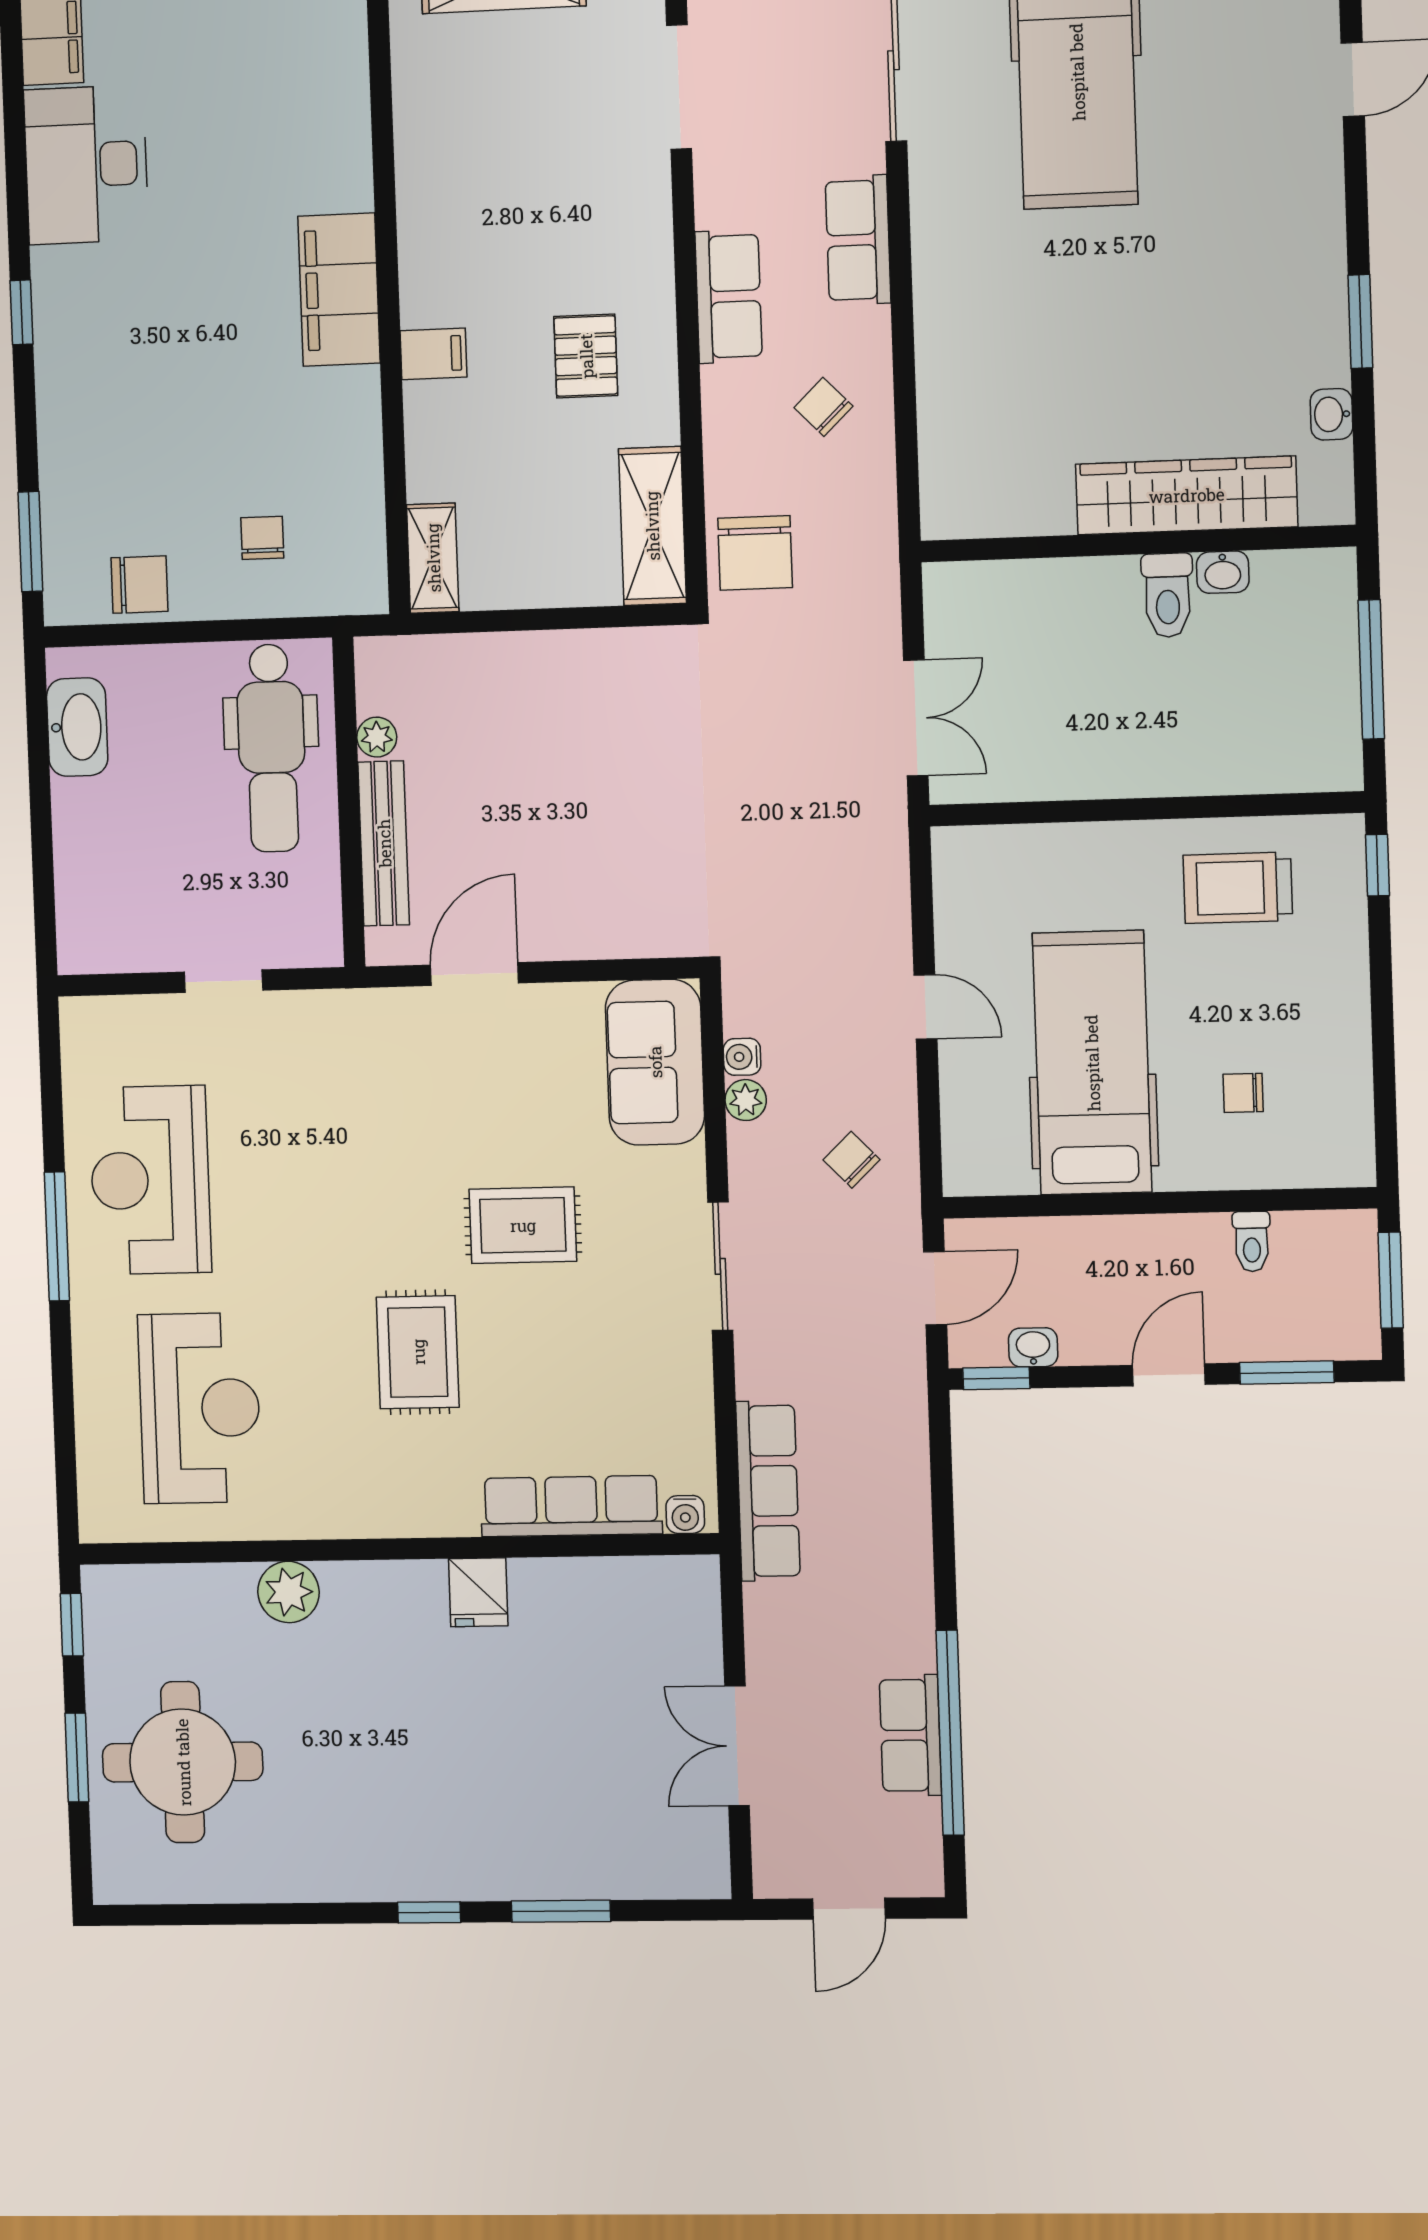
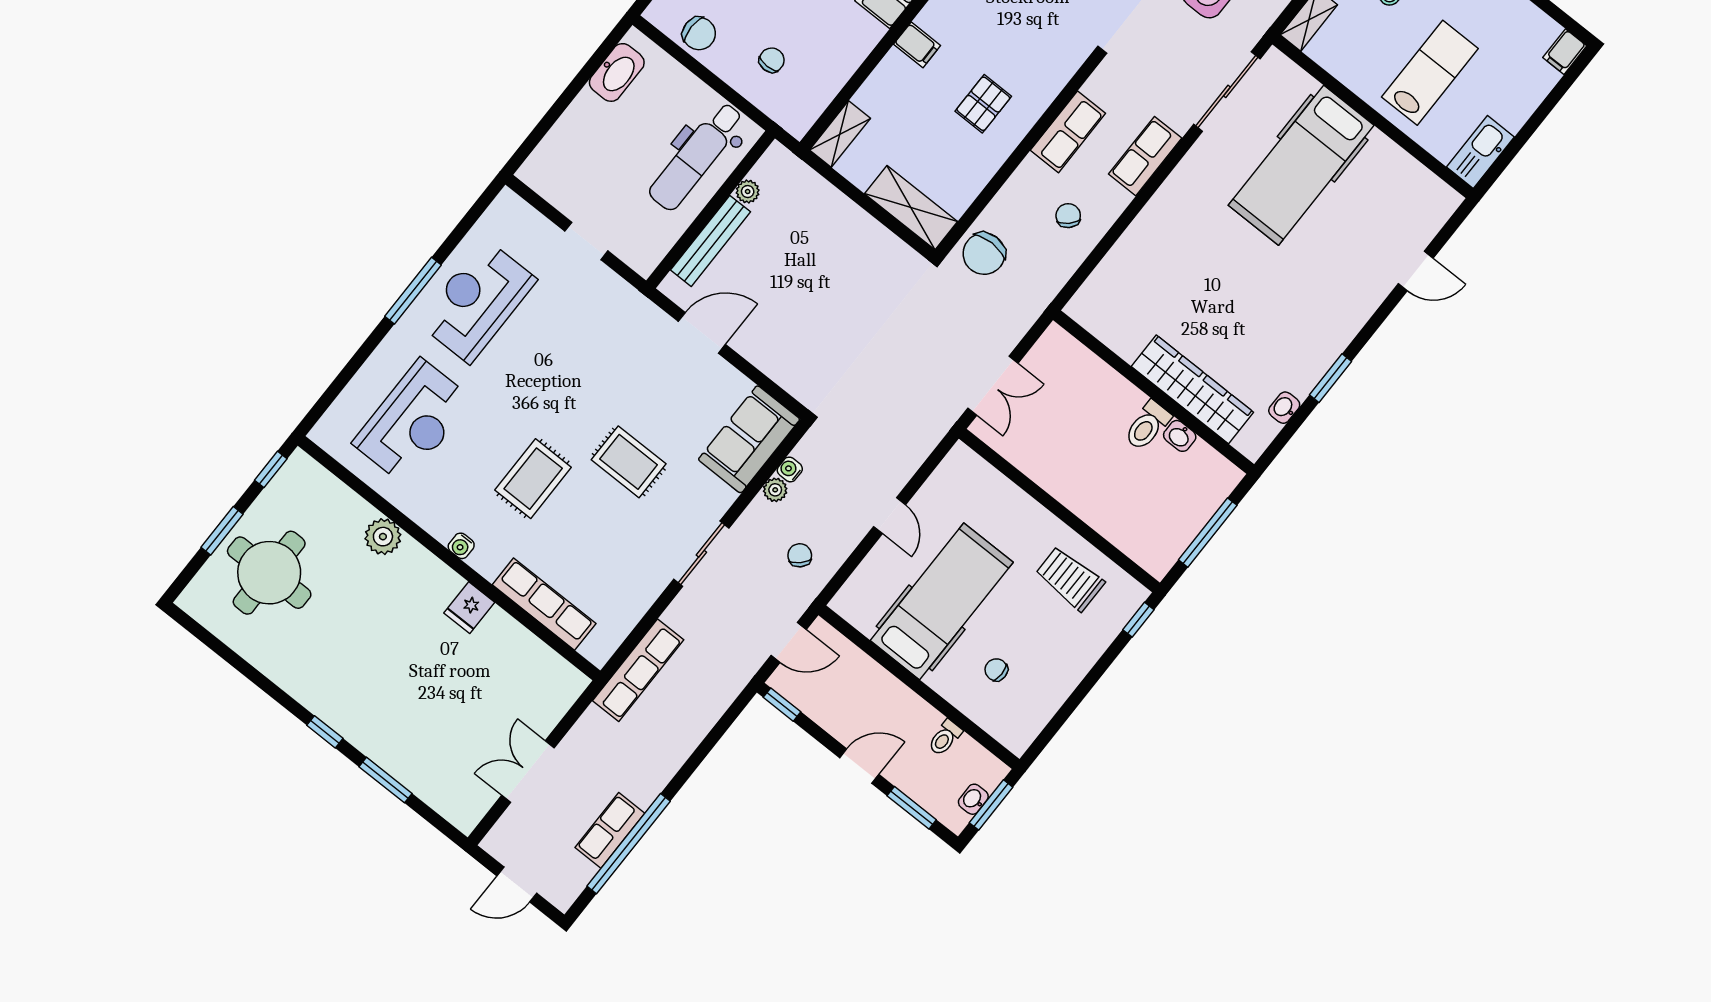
shelving: (652, 526) -> (911, 208), moved, turned 90
washbasin: (1033, 1347) -> (973, 799), moved, turned -90
water cooler: (685, 1514) -> (461, 546), moved

